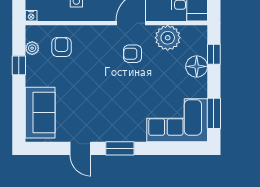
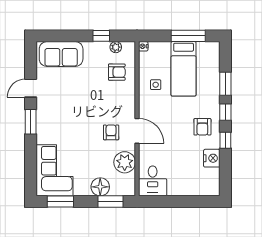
window: (214, 54) -> (111, 202), width x1.50

